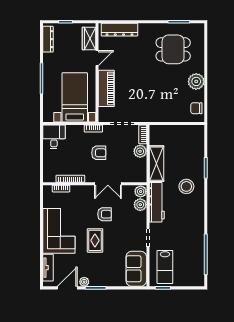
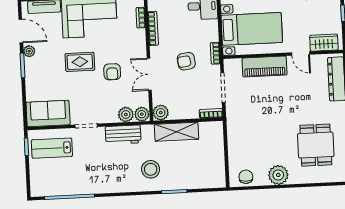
plant: (140, 151) -> (161, 113), moved
armchair: (99, 153) -> (186, 61), turned 82
workbench: (157, 202) -> (123, 135), width x0.73

